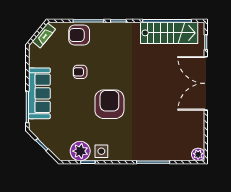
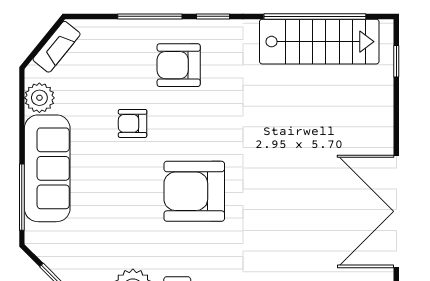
armchair: (79, 35) -> (179, 65), moved
plant: (36, 60) -> (39, 98), added
double door: (206, 83) -> (396, 211), moved
armchair: (109, 104) -> (194, 191), turned -90

